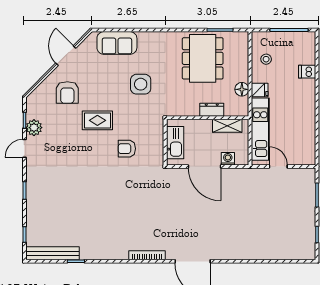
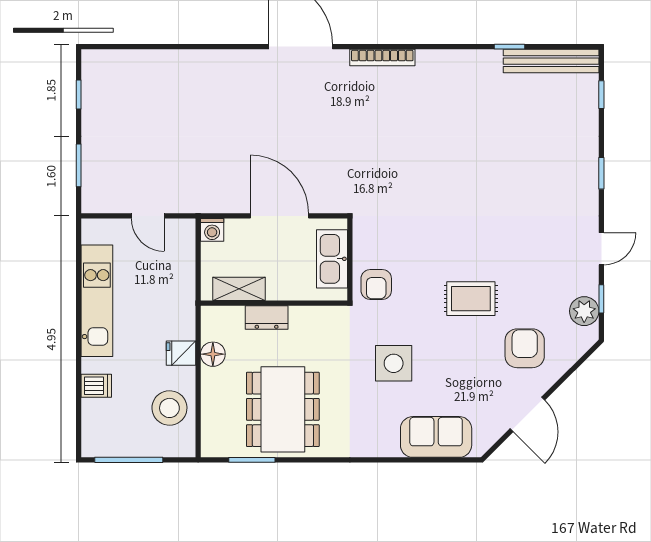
stool: (266, 59) -> (169, 408), width x1.89, depth x1.89
plant: (34, 128) -> (584, 311), moved
kitchen unit: (260, 129) -> (97, 301), moved, turned 180
armchair: (127, 149) -> (376, 285), moved, turned 90
washing machine: (228, 159) -> (212, 230), moved

